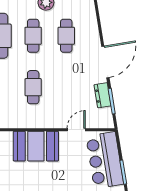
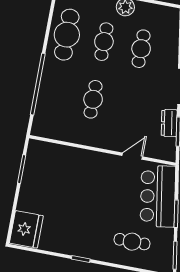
booth: (36, 146) -> (84, 166), removed

